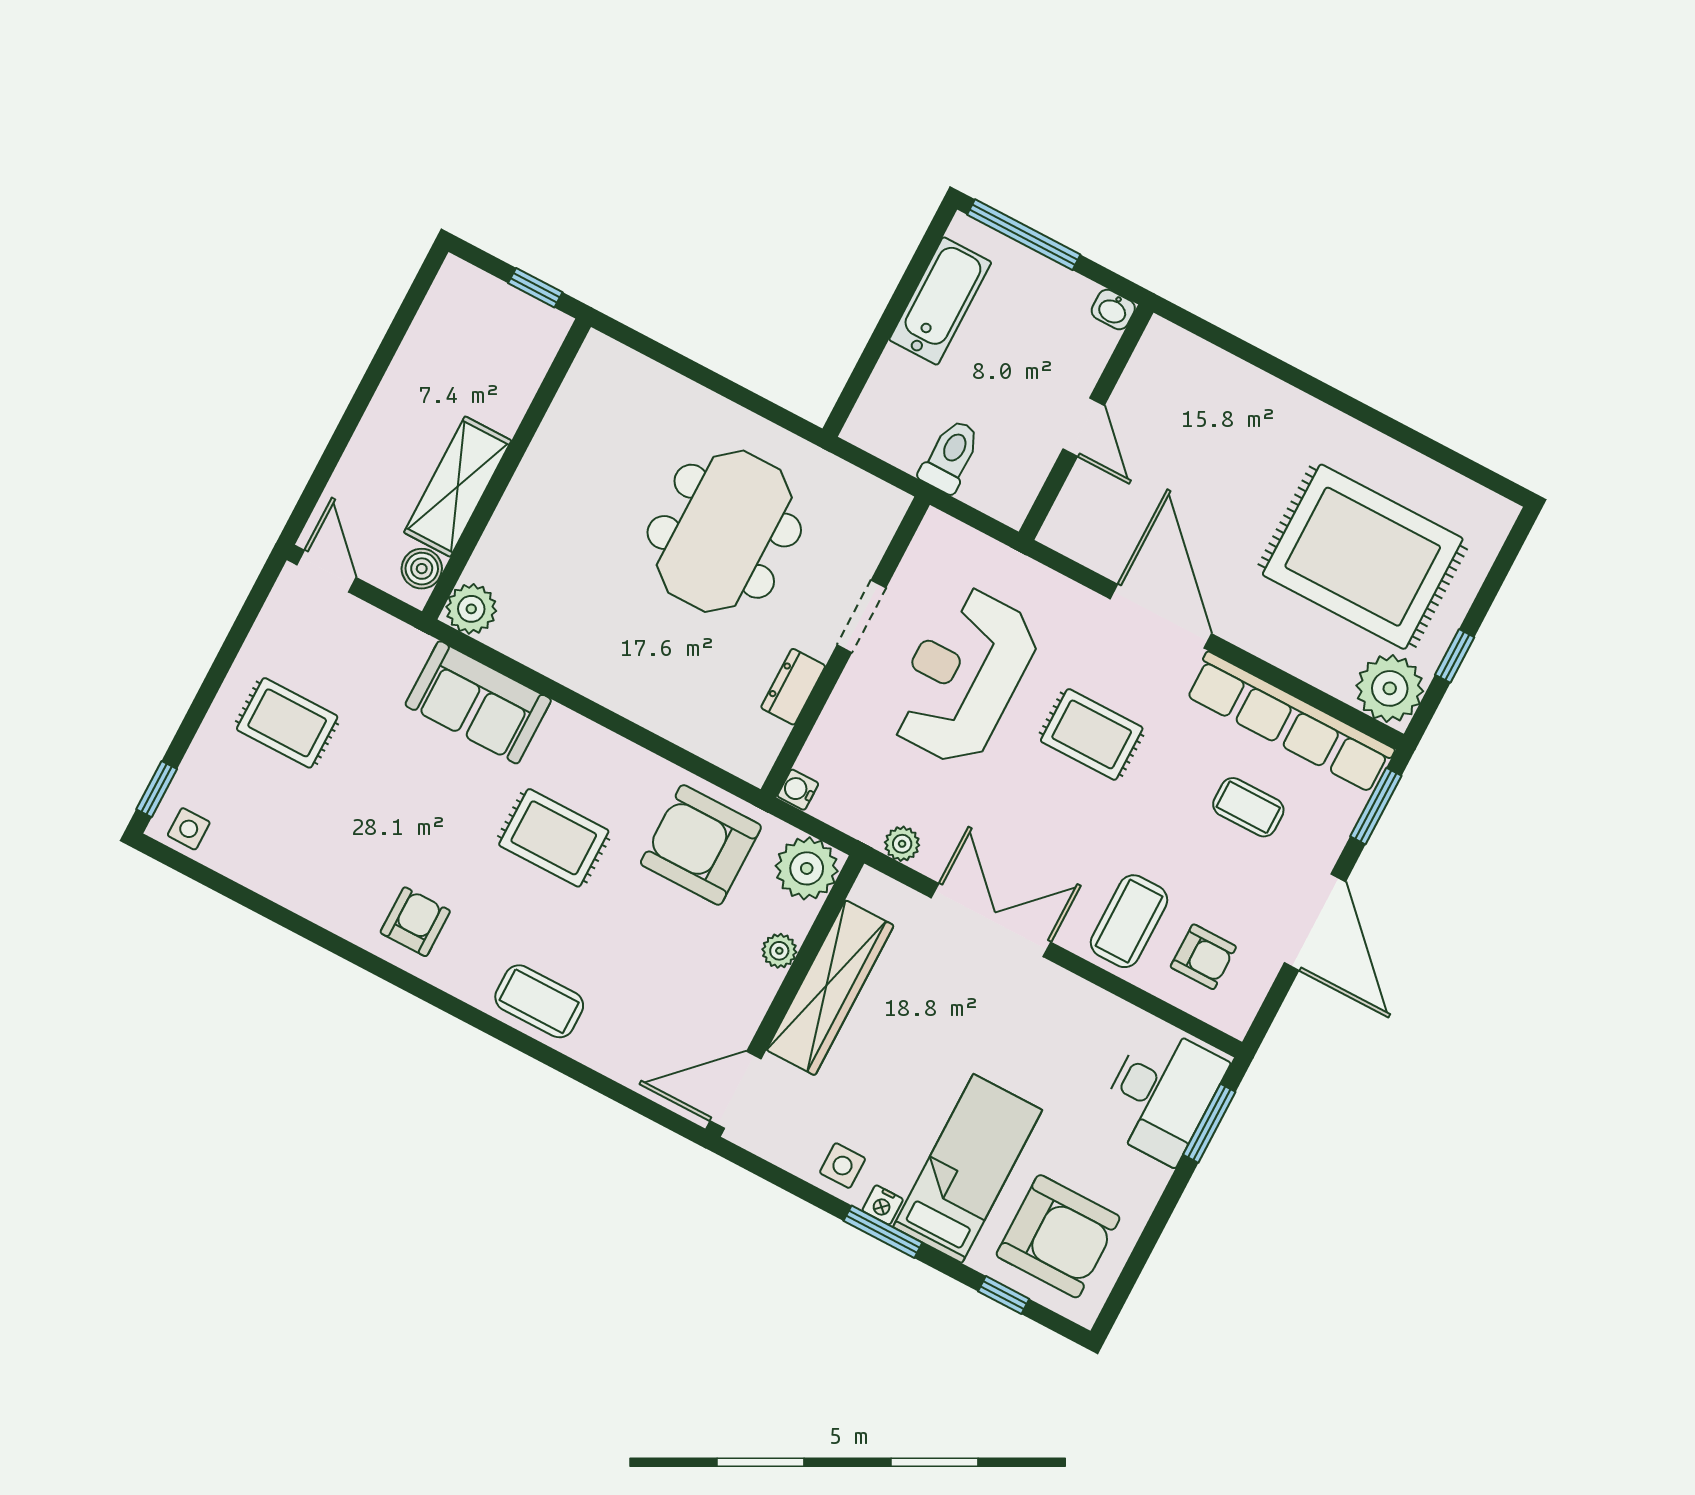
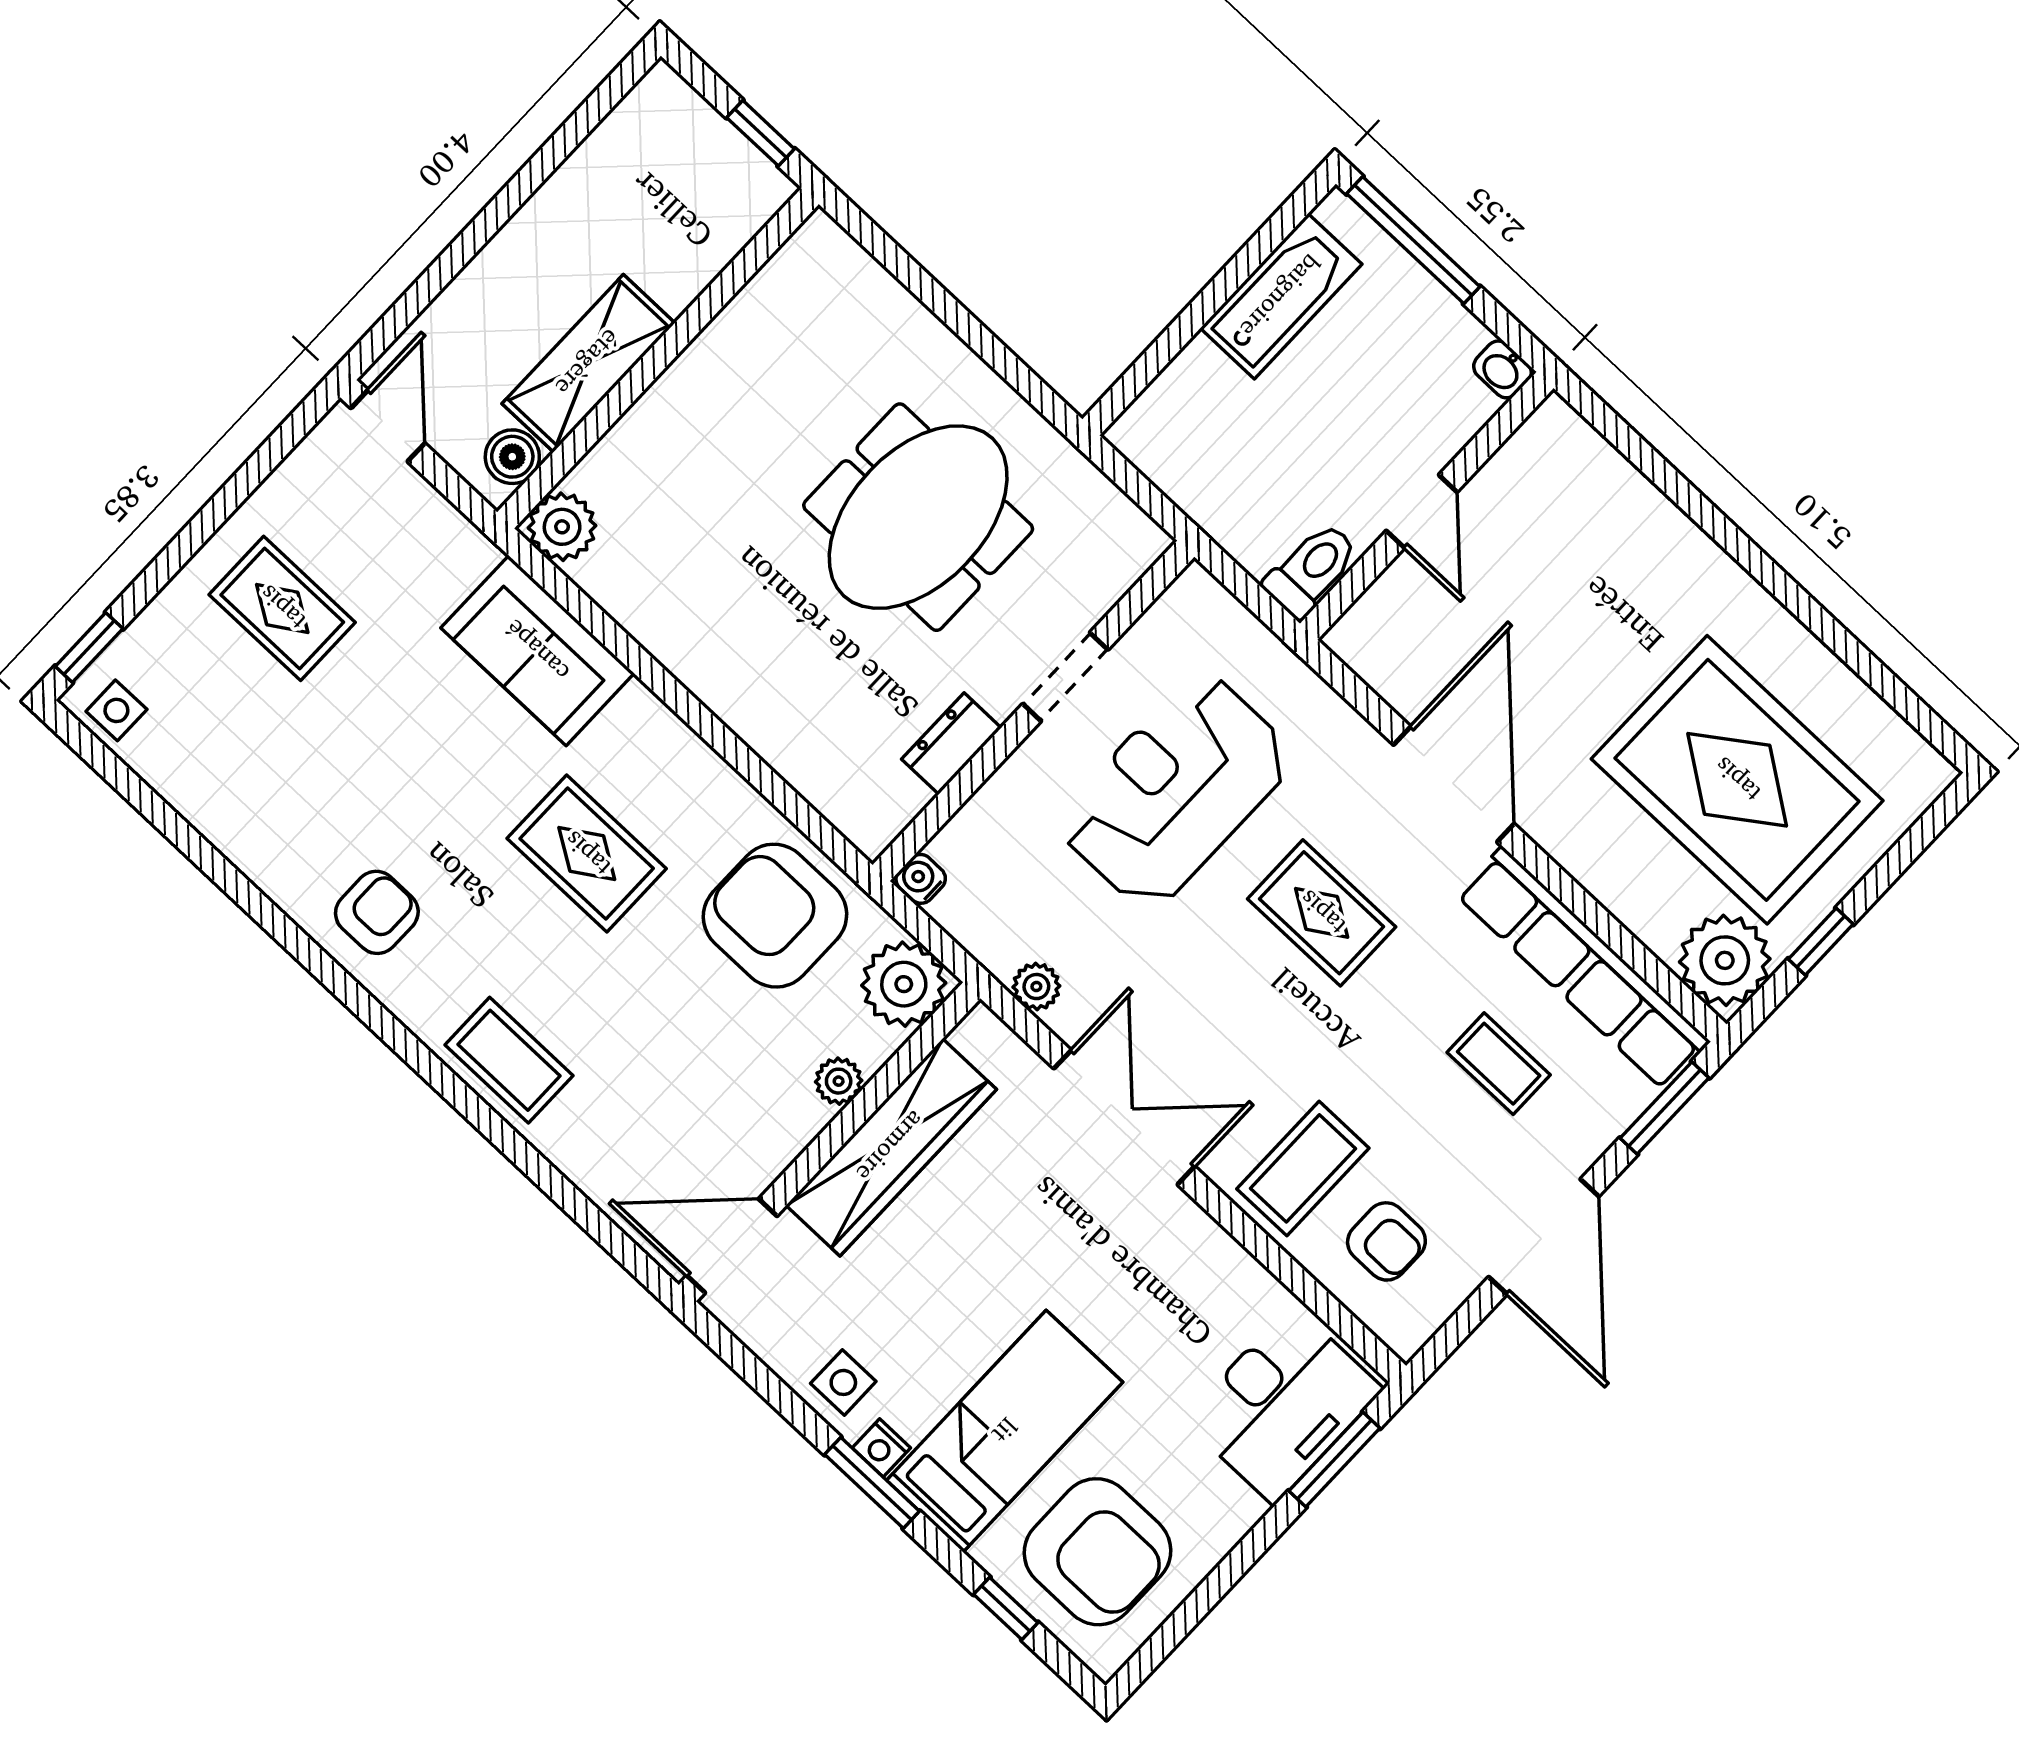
toilet: (950, 456) -> (1311, 570), moved

